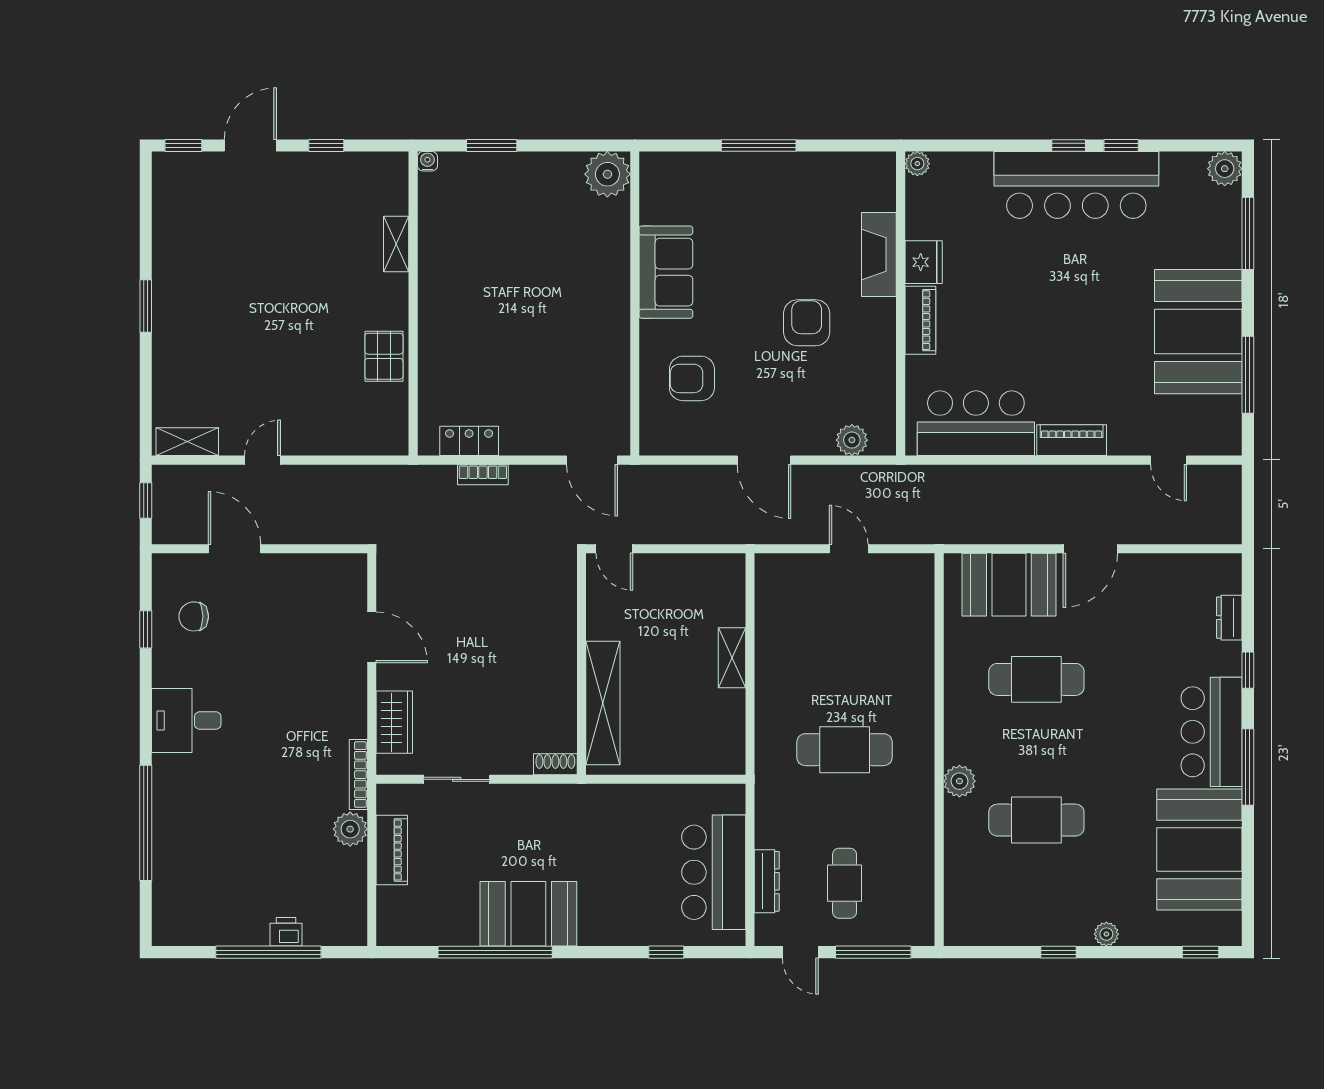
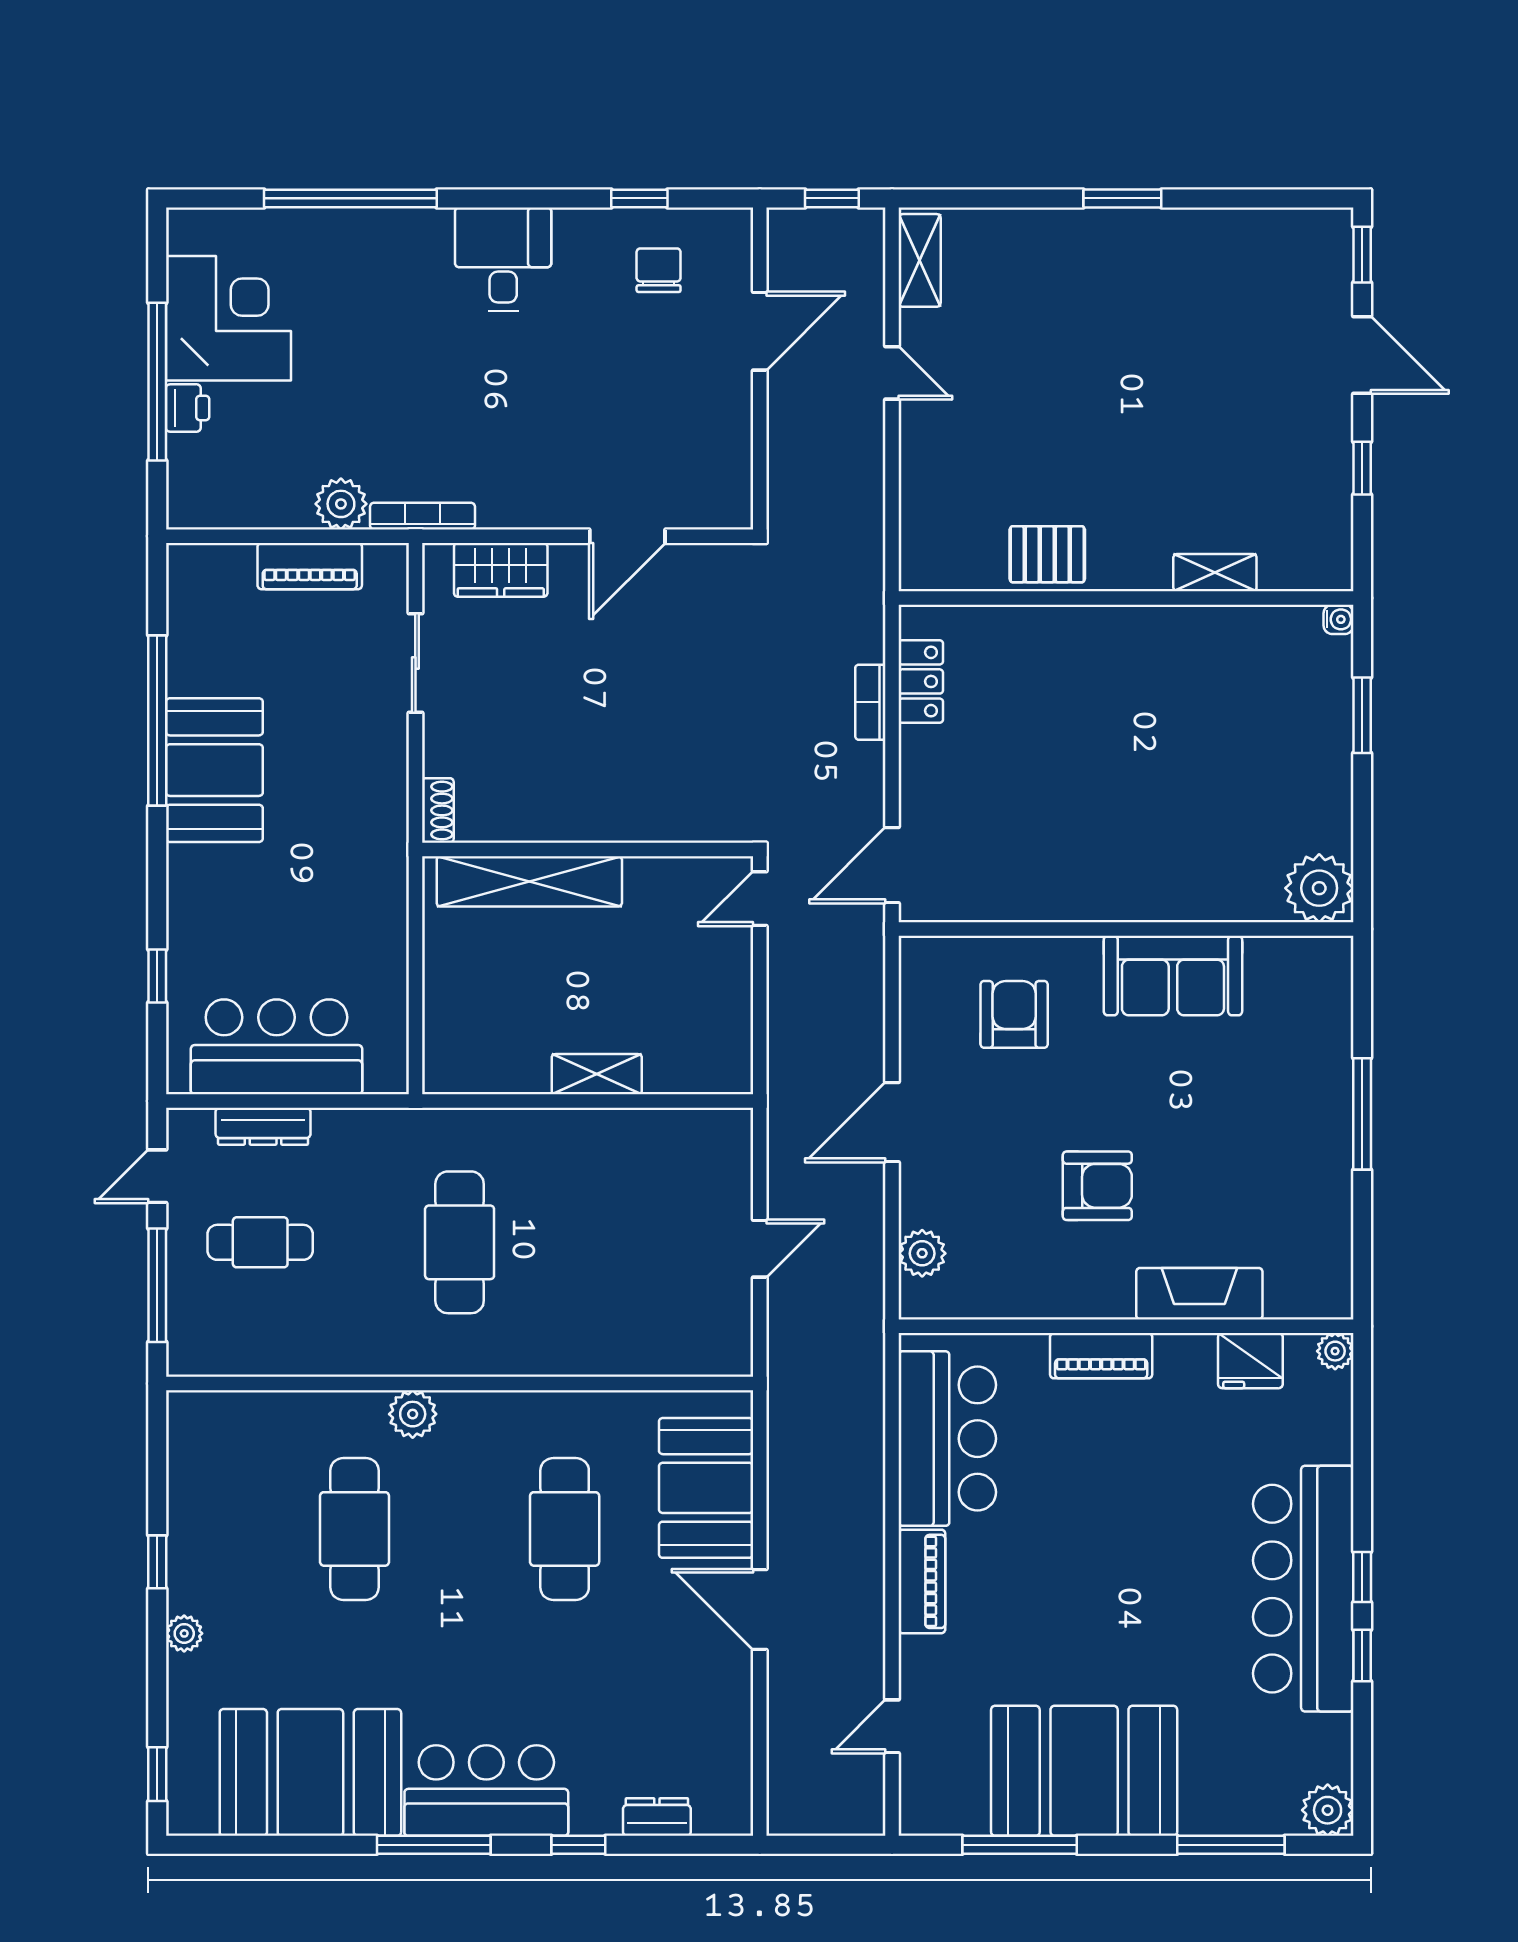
fridge: (924, 262) -> (1250, 1361), moved
corner desk: (226, 904) -> (228, 318), added

